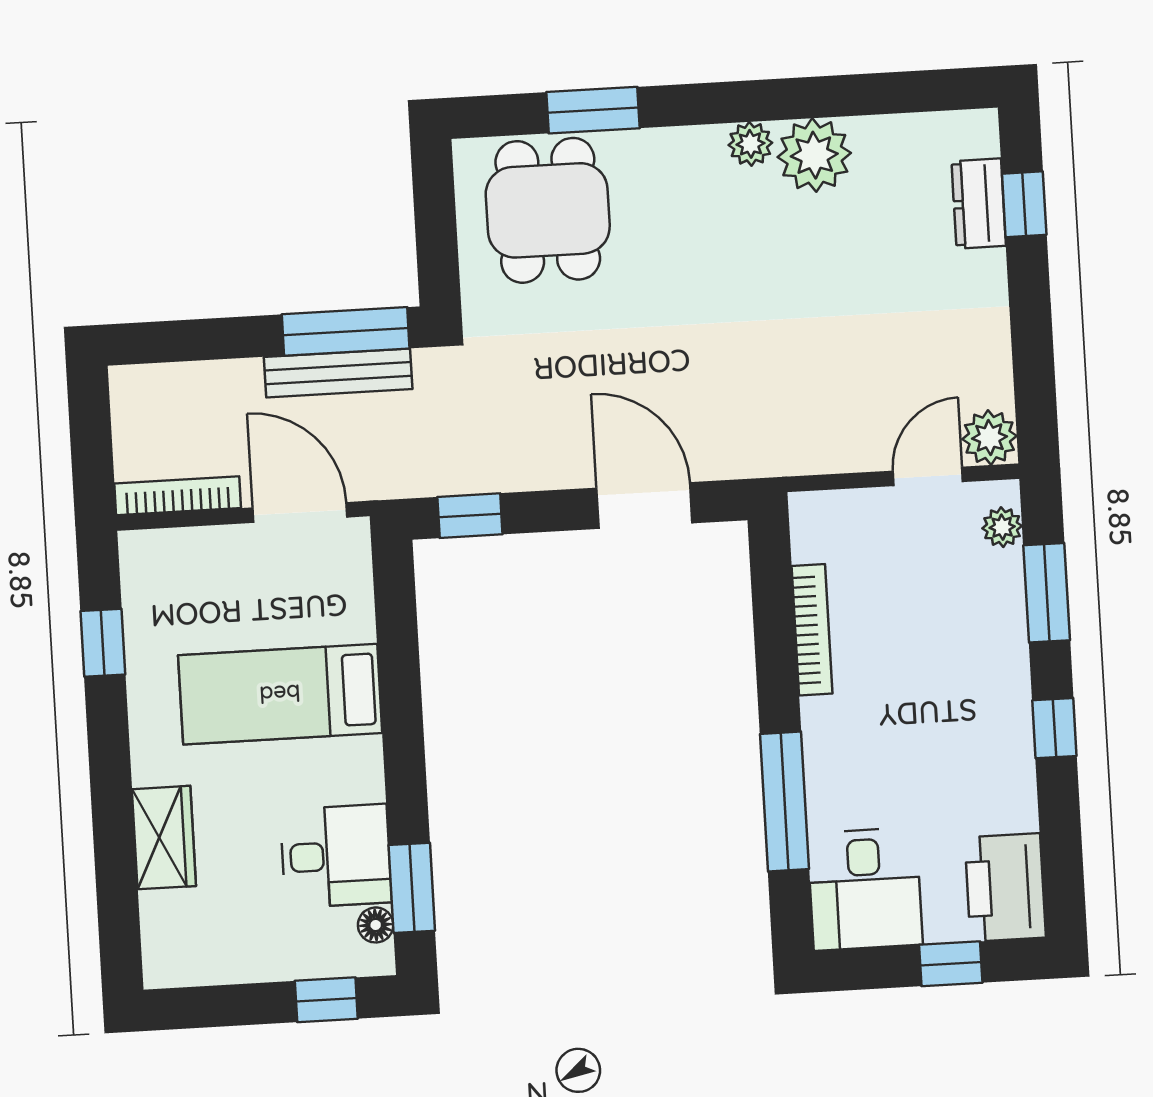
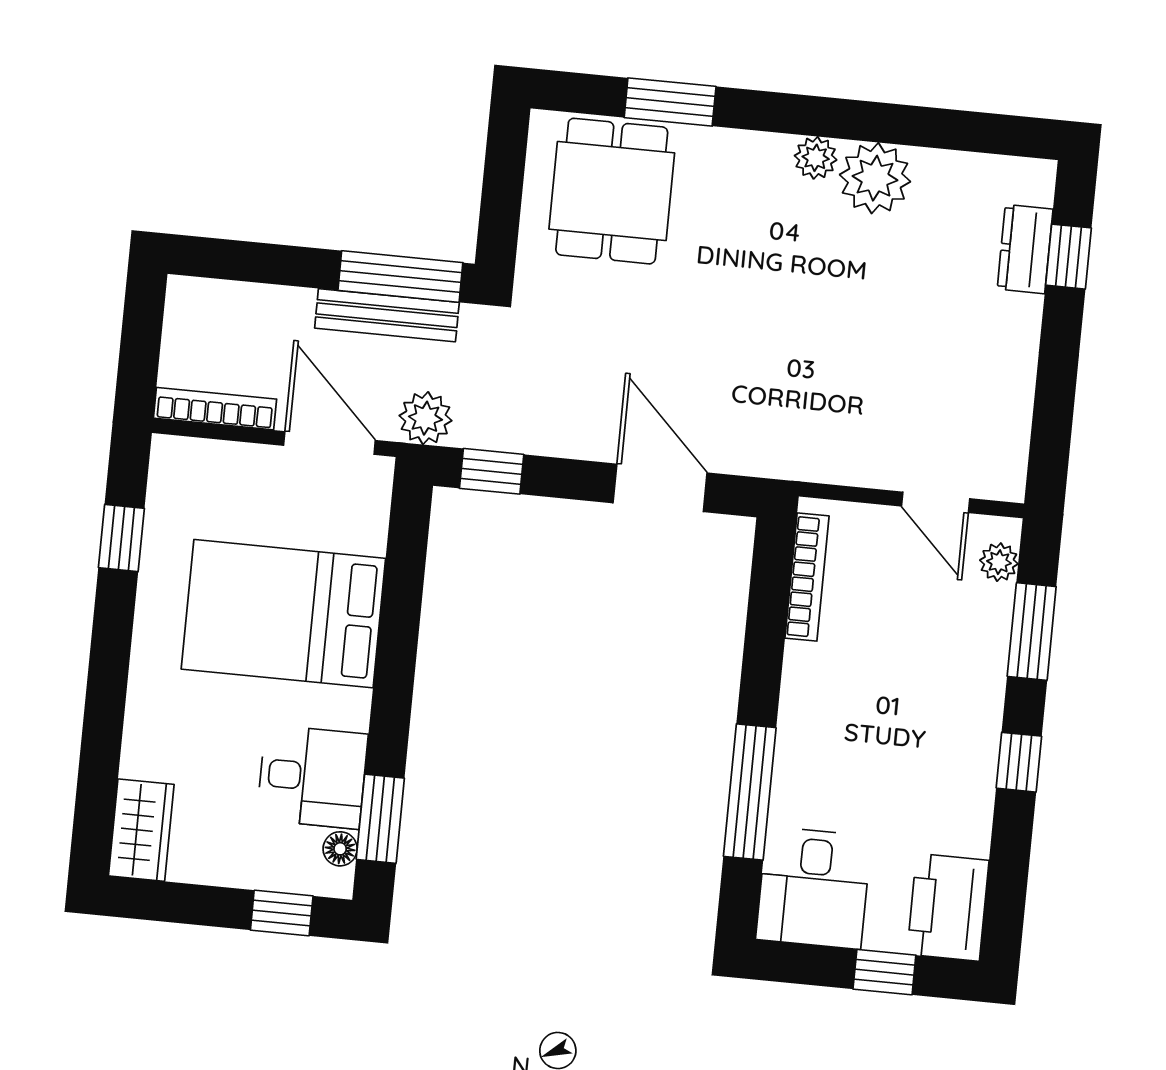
plant: (989, 438) -> (425, 418), moved
door: (928, 476) -> (936, 502), swing flipped
bookcase: (812, 630) -> (807, 577), moved
bed: (280, 694) -> (283, 614), width x1.50
wardrobe: (164, 838) -> (141, 830), moved

